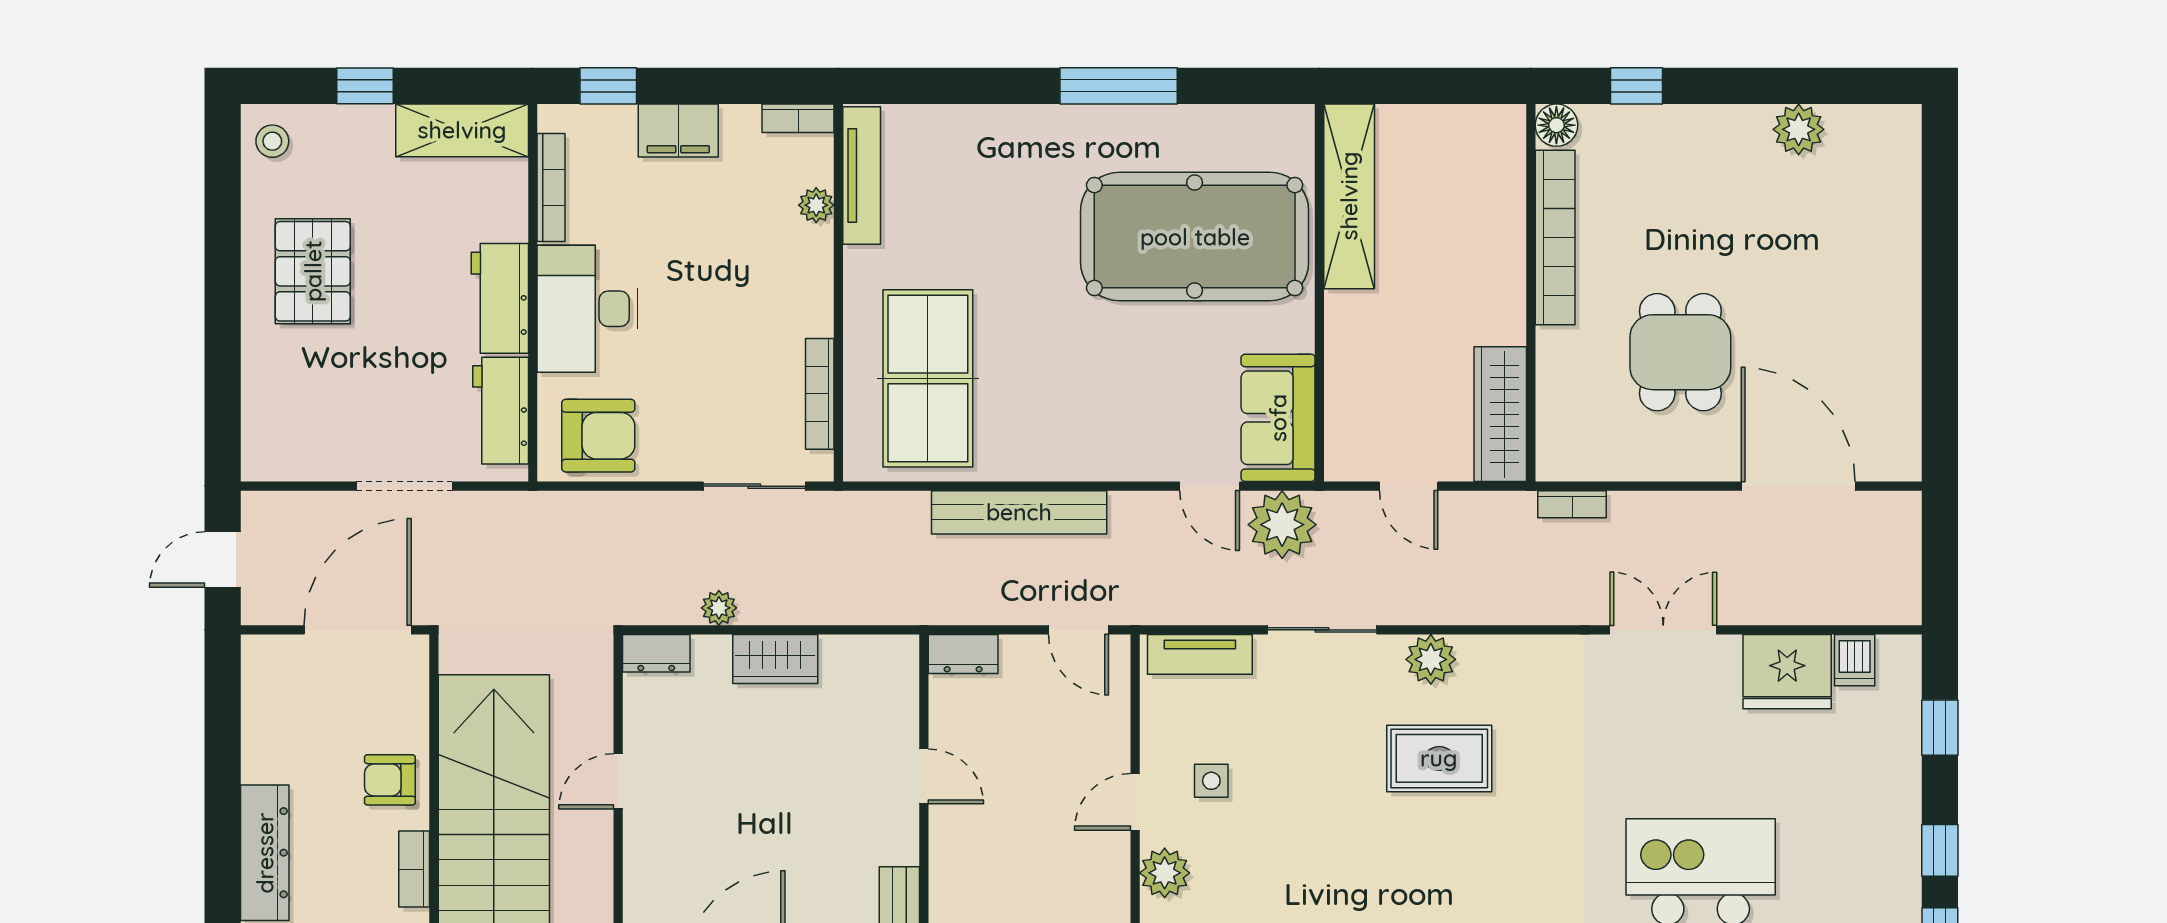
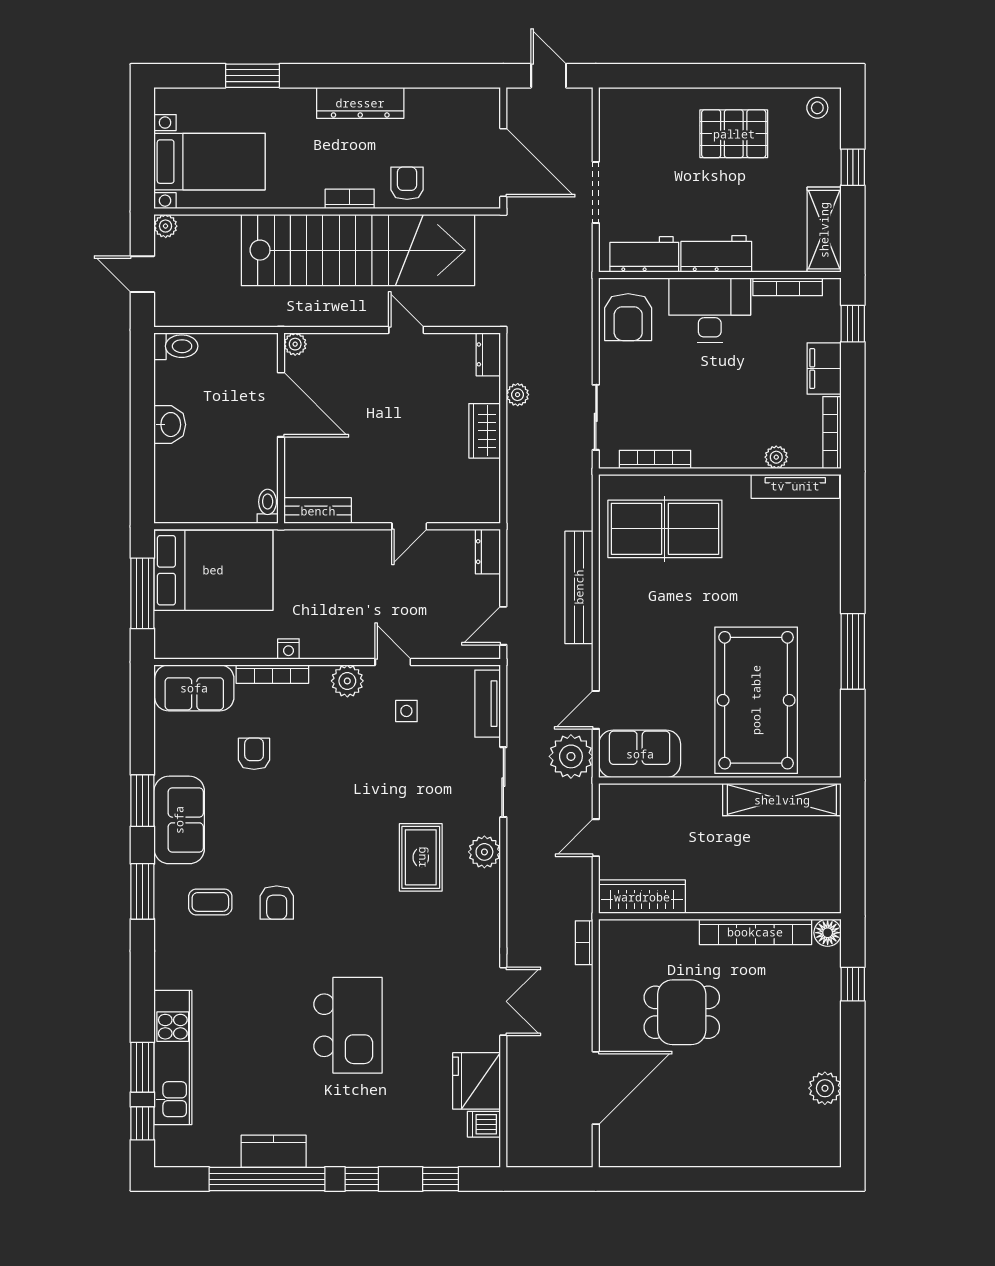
bookcase: (798, 118) -> (832, 433), width x1.56

